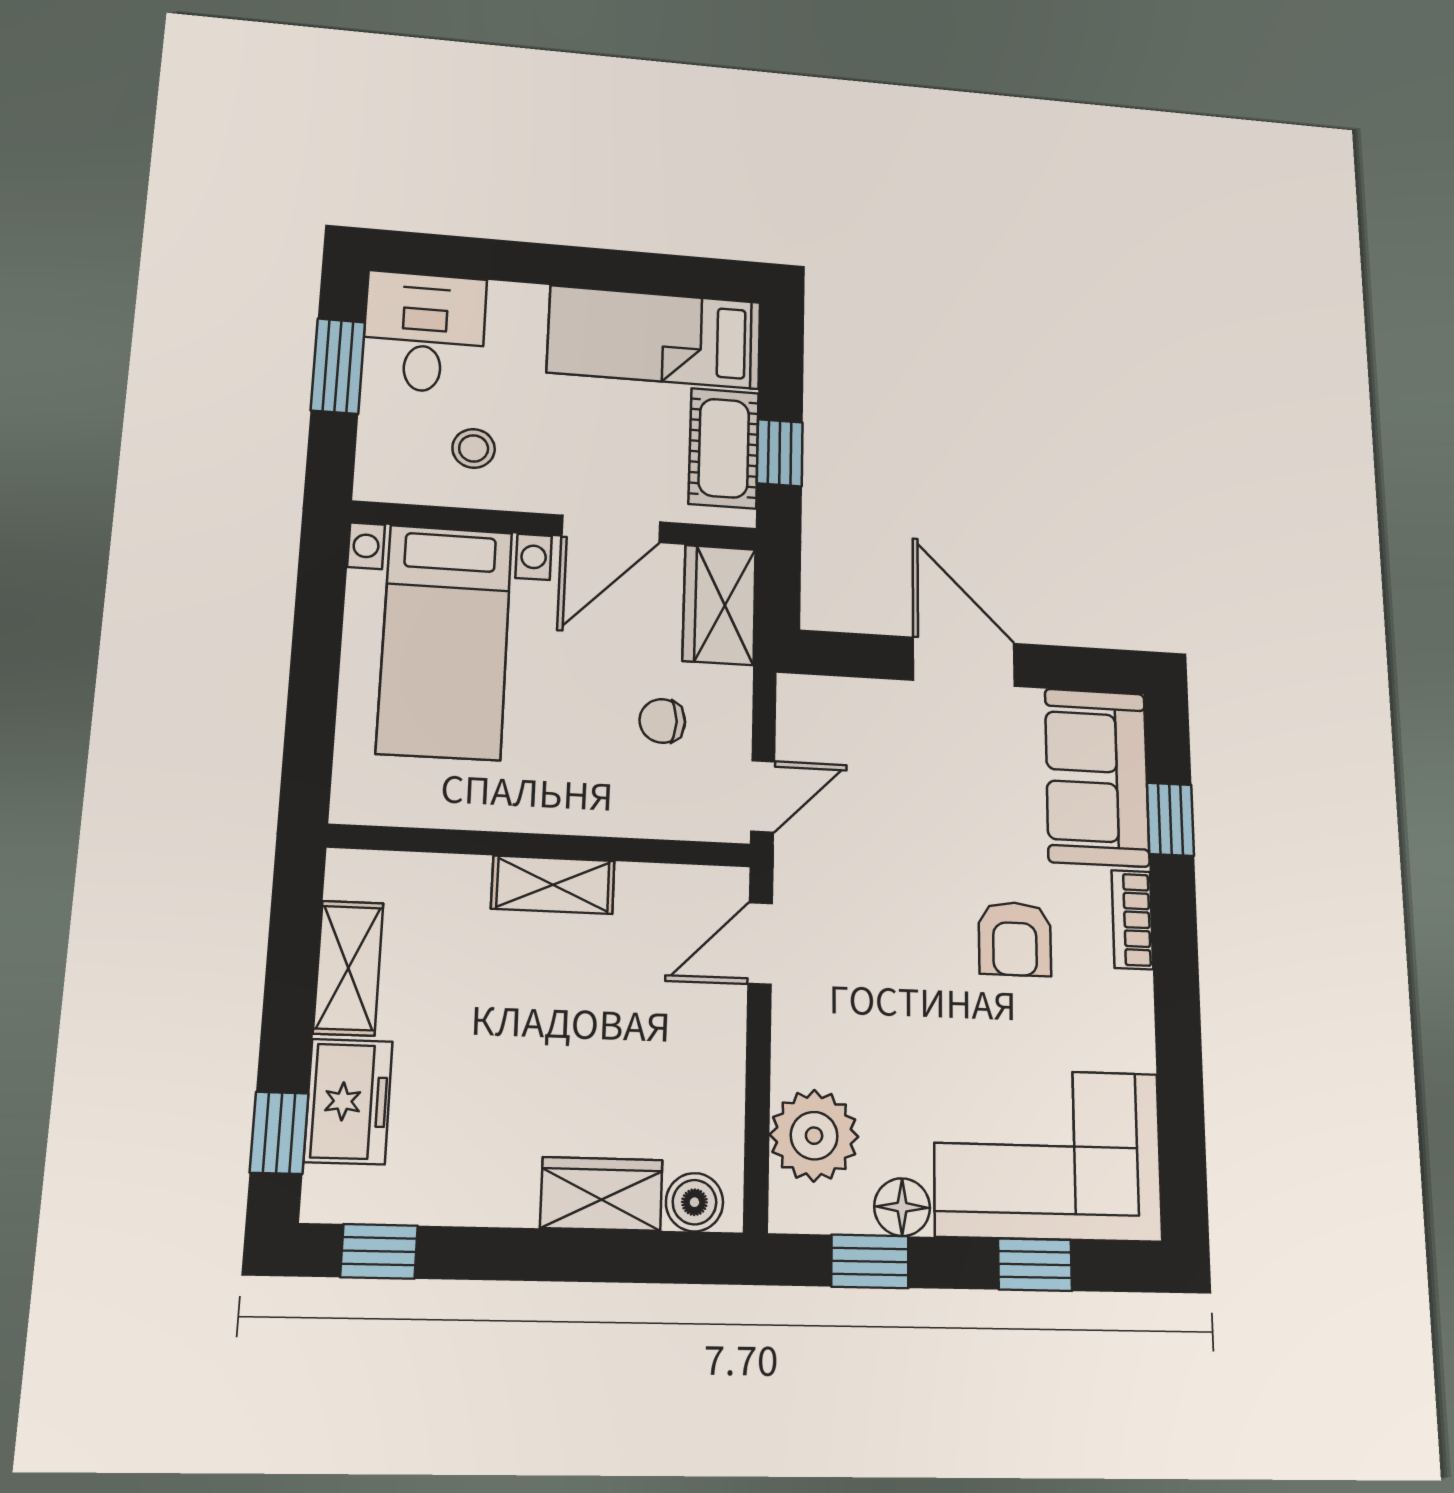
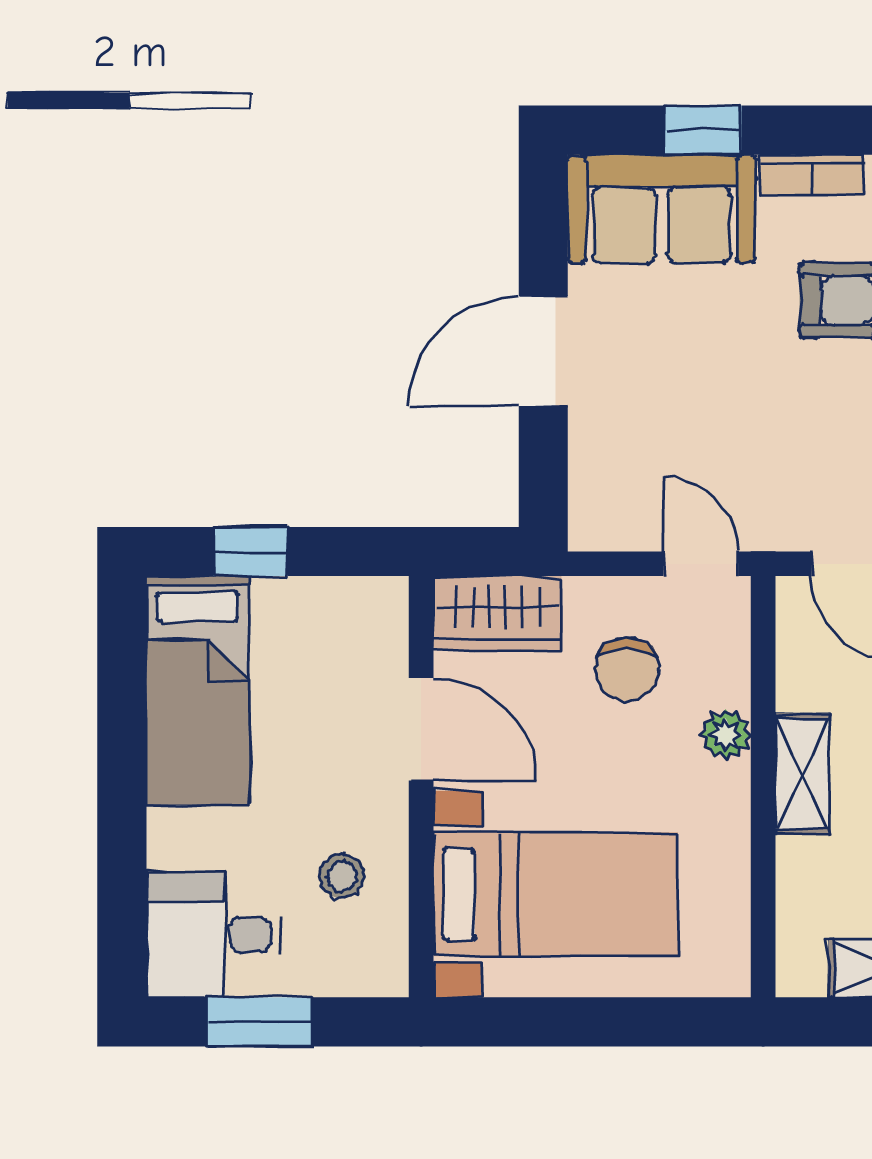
cot: (724, 448) -> (321, 612), removed
window: (780, 453) -> (251, 552), moved
chair: (662, 721) -> (627, 669), width x1.37, depth x1.37
plant: (595, 812) -> (726, 735), added

